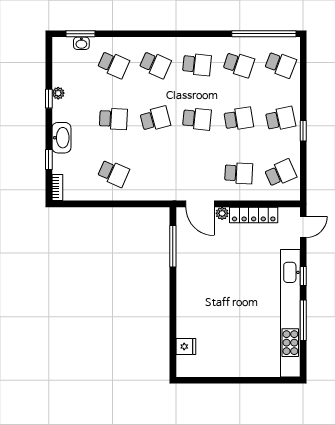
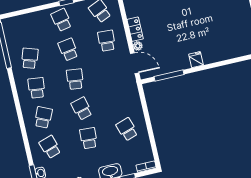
school desk: (113, 64) -> (50, 147), turned -42
school desk: (280, 64) -> (23, 29), removed
school desk: (113, 173) -> (127, 129), turned -42
door: (200, 204) -> (135, 63), hinge flipped
locker: (254, 215) -> (135, 29), width x0.66
fridge: (186, 346) -> (196, 60), moved

